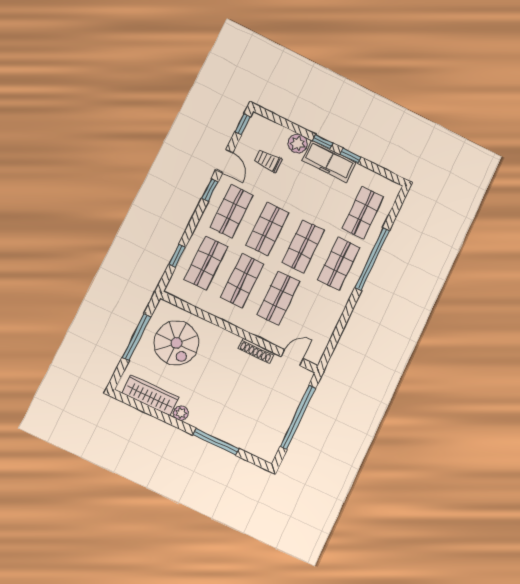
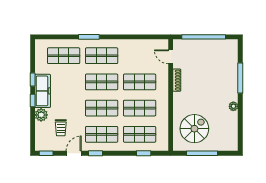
window: (372, 259) -> (89, 37), width x0.47
wardrobe: (150, 395) -> (231, 129), removed

